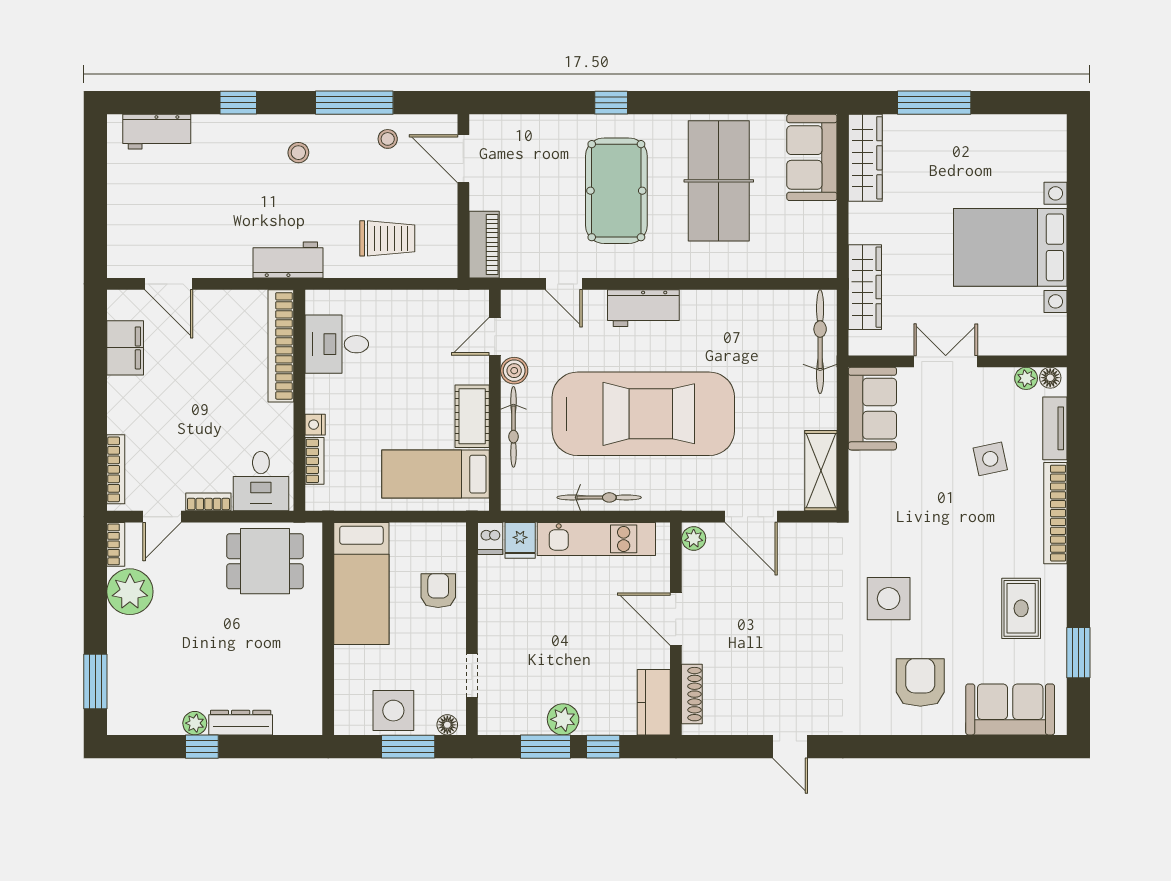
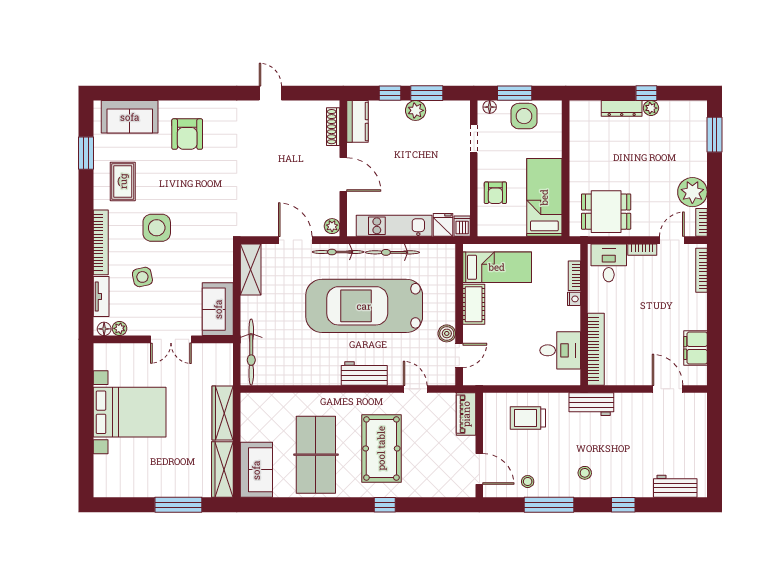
wardrobe: (865, 287) -> (223, 413), moved
bicycle: (513, 427) -> (338, 252), moved, turned -90
side table: (889, 599) -> (157, 228), moved

